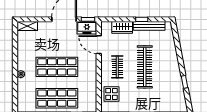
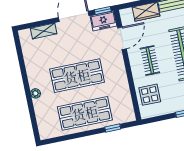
shelving: (27, 26) -> (44, 31), moved
door: (99, 45) -> (122, 38), swing flipped

